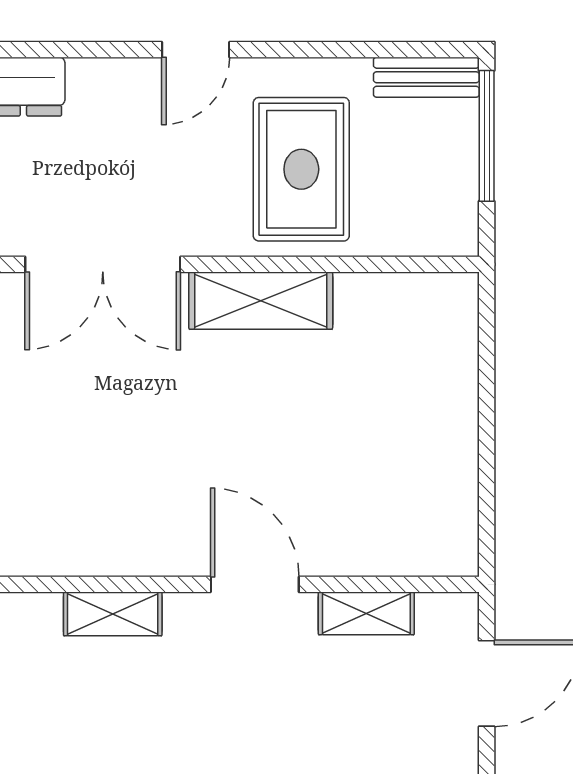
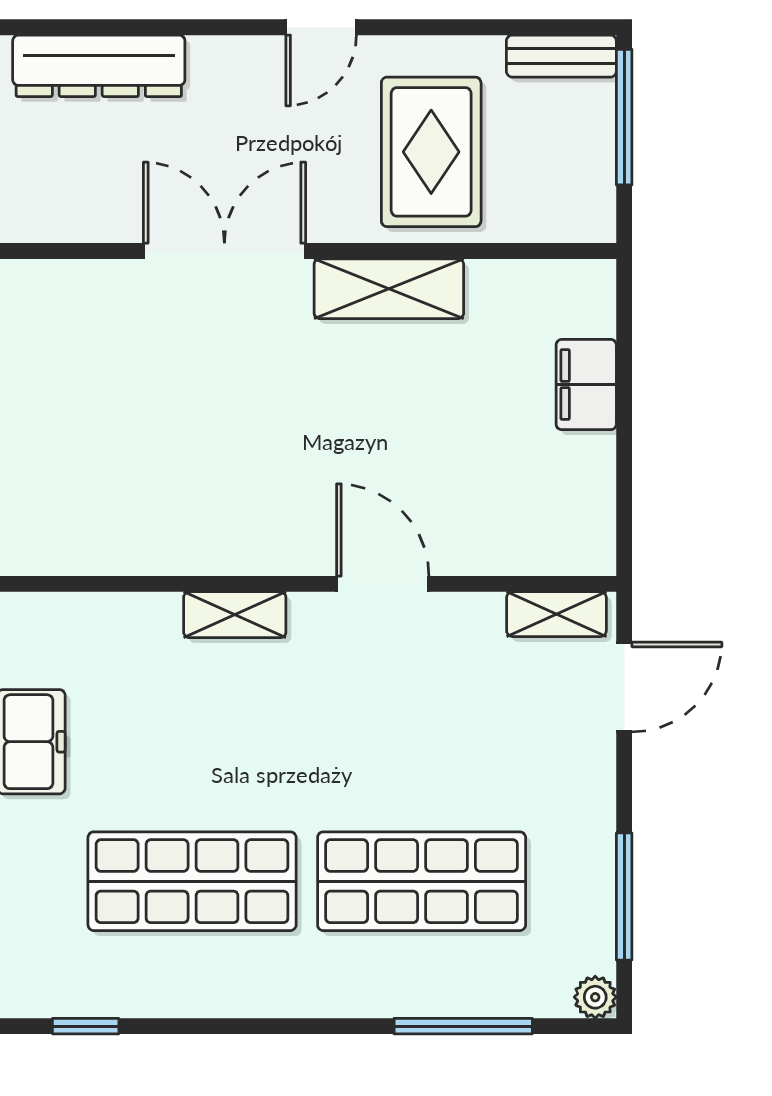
double door: (103, 264) -> (224, 251), swing flipped
filing cabinet: (450, 393) -> (586, 385), added
shelving: (366, 613) -> (556, 614), moved

